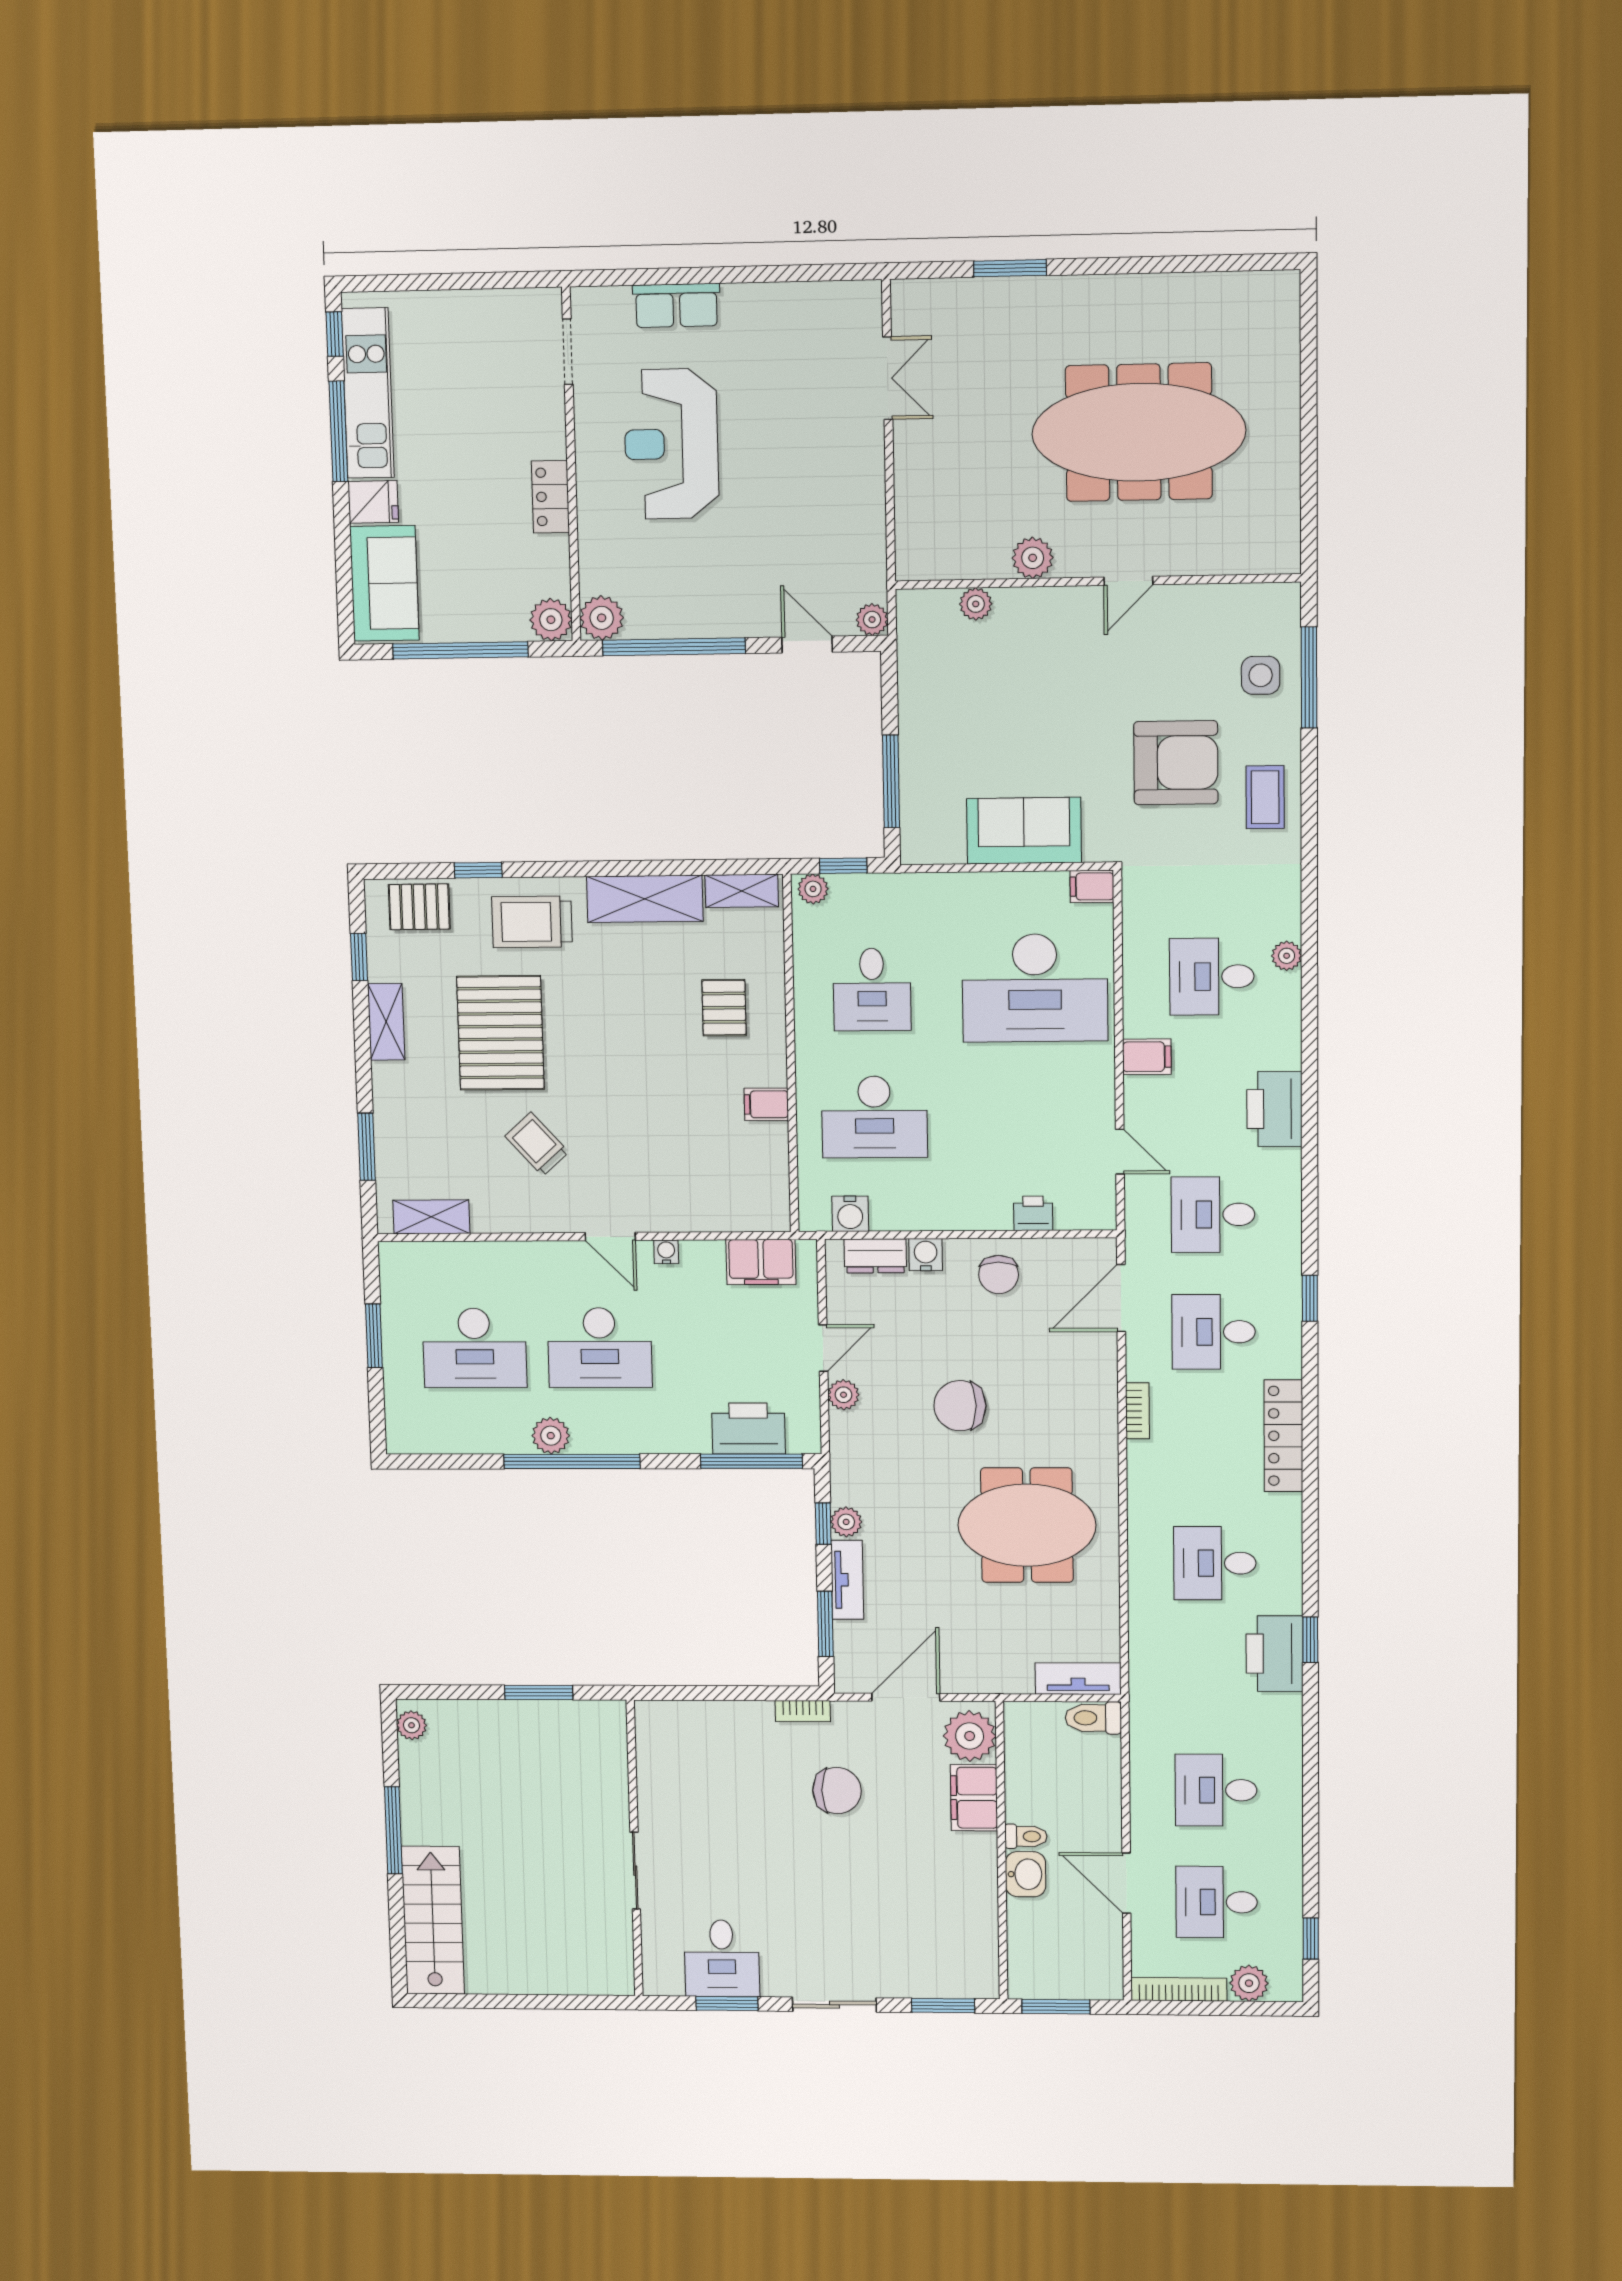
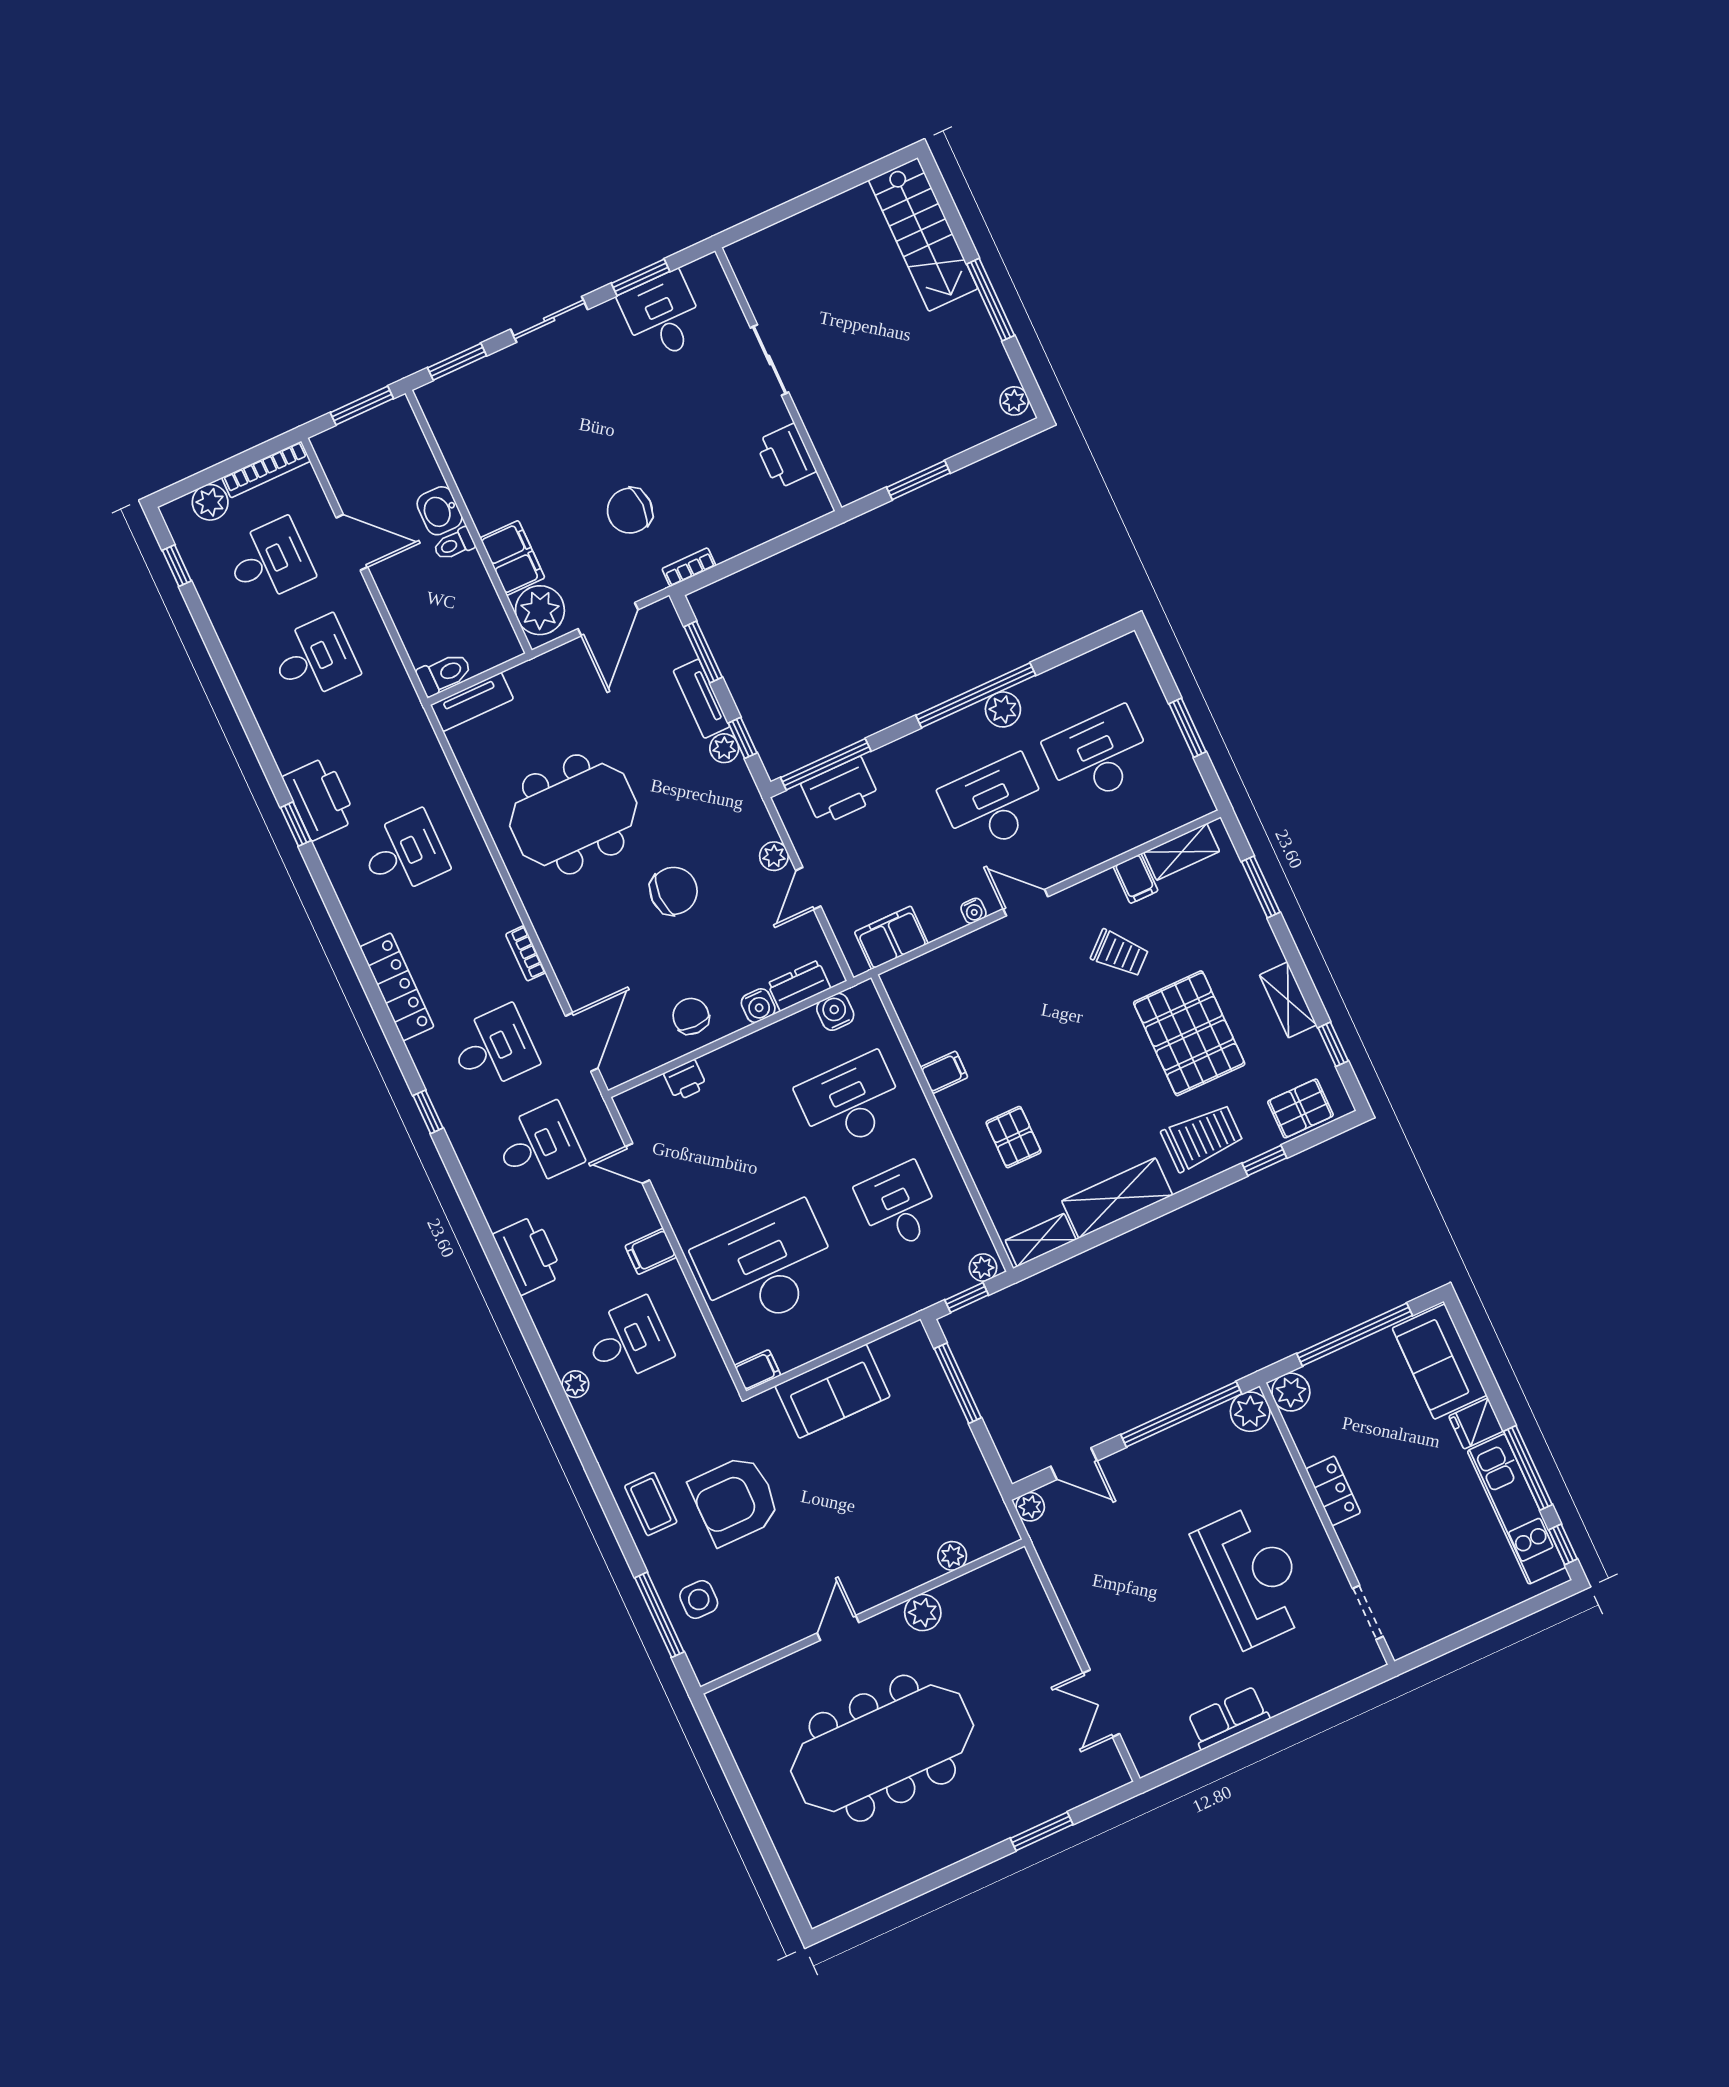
row of seats: (676, 305) -> (1228, 1718), moved
filing cabinet: (489, 1211) -> (1136, 879), added
printer: (660, 1773) -> (786, 456), added

